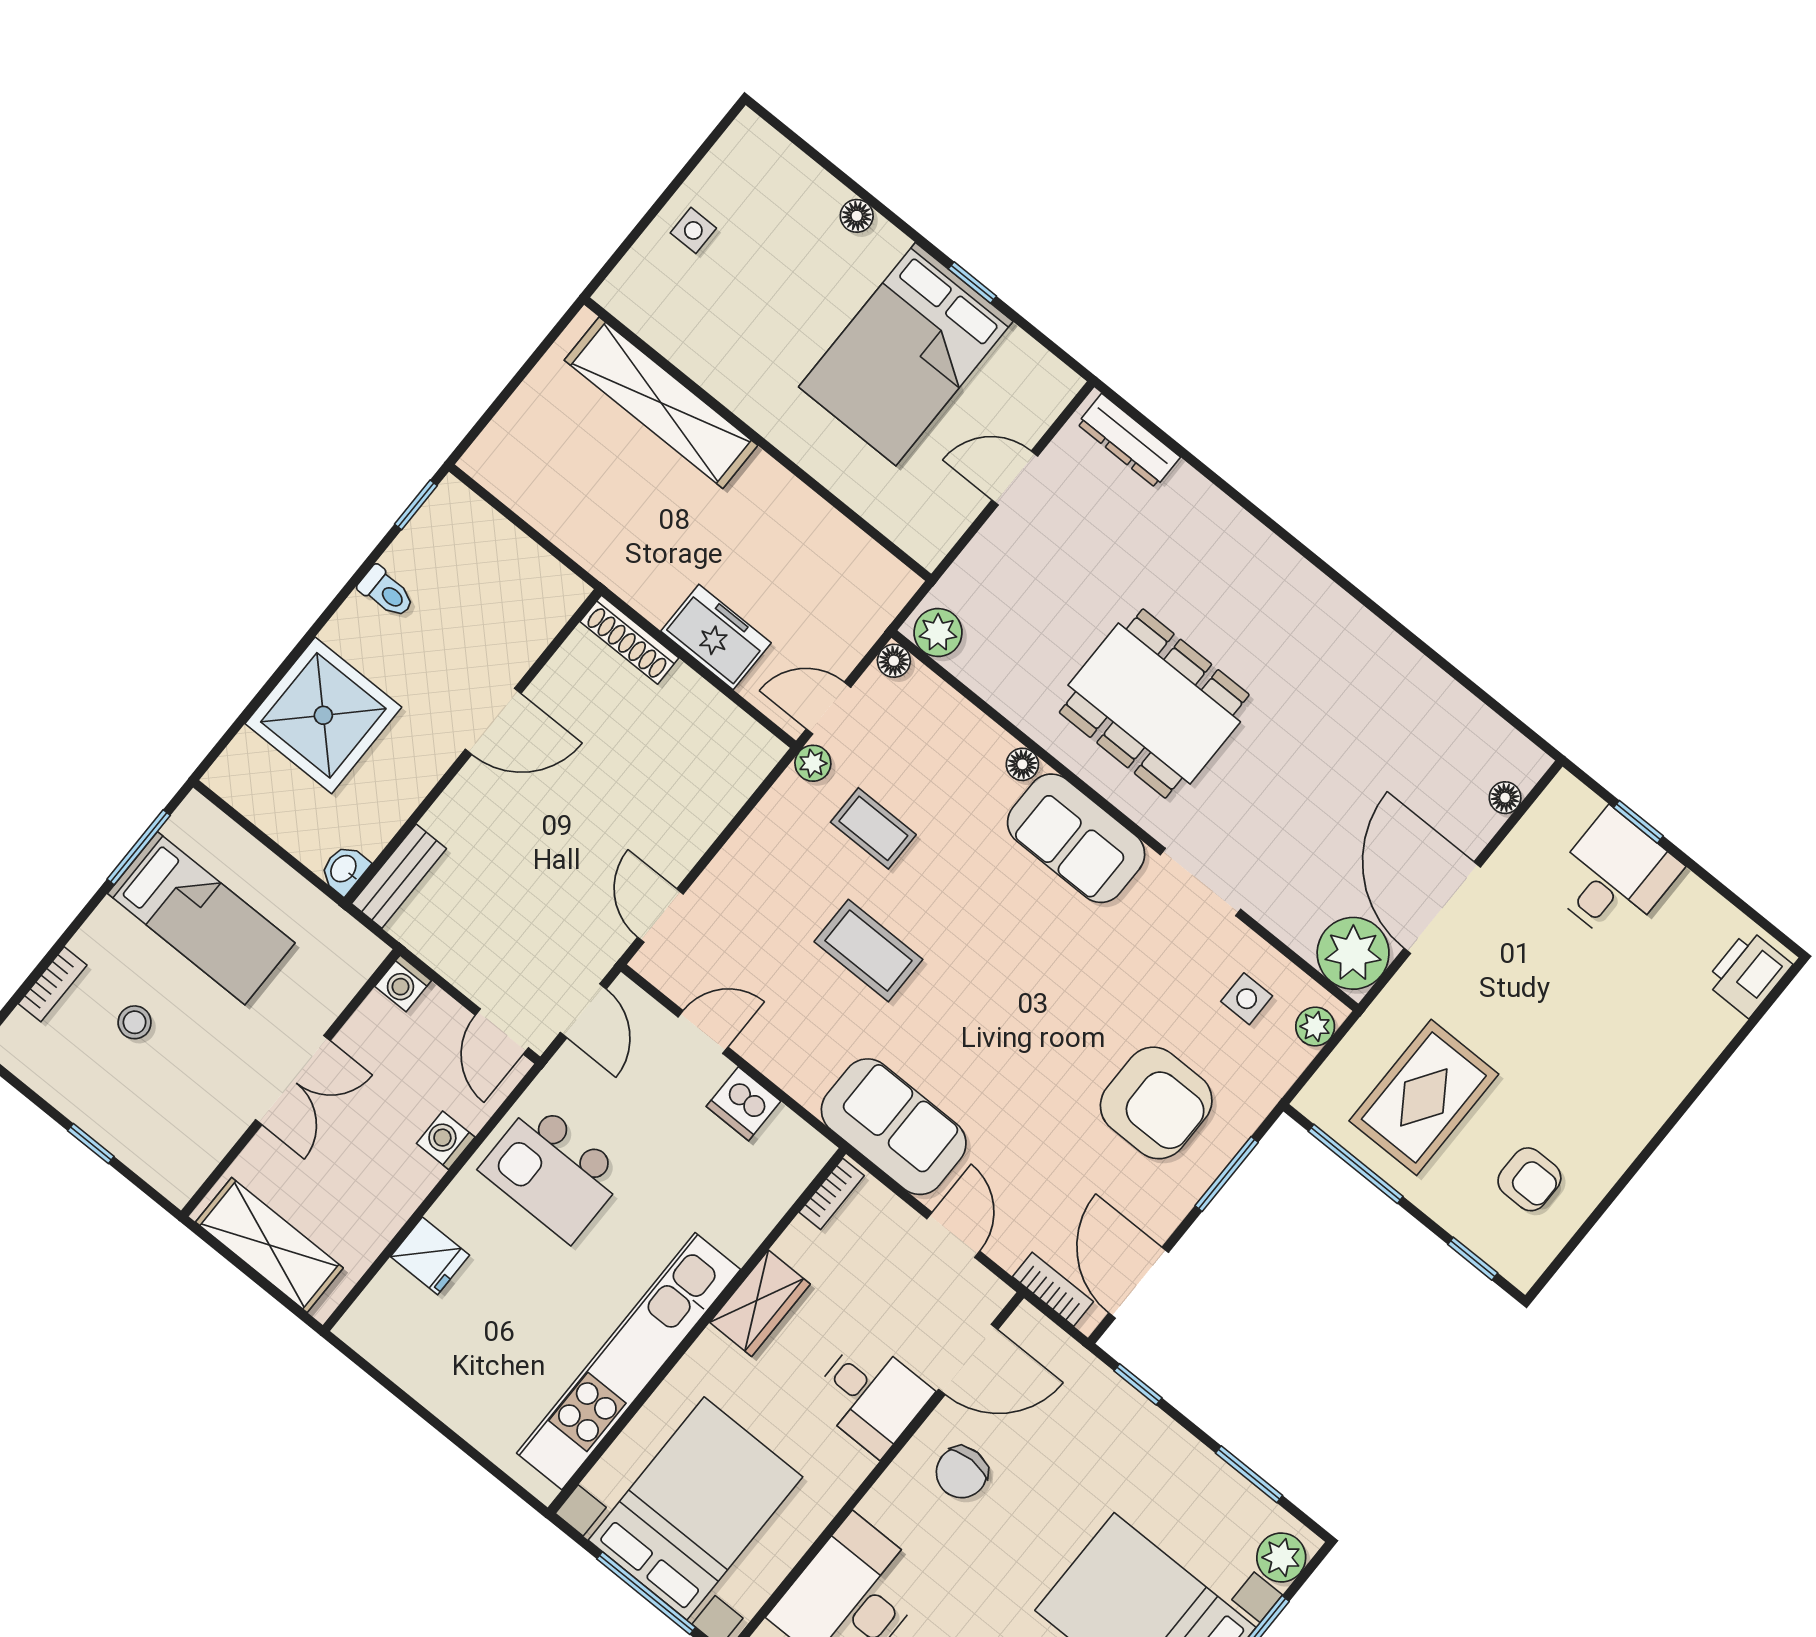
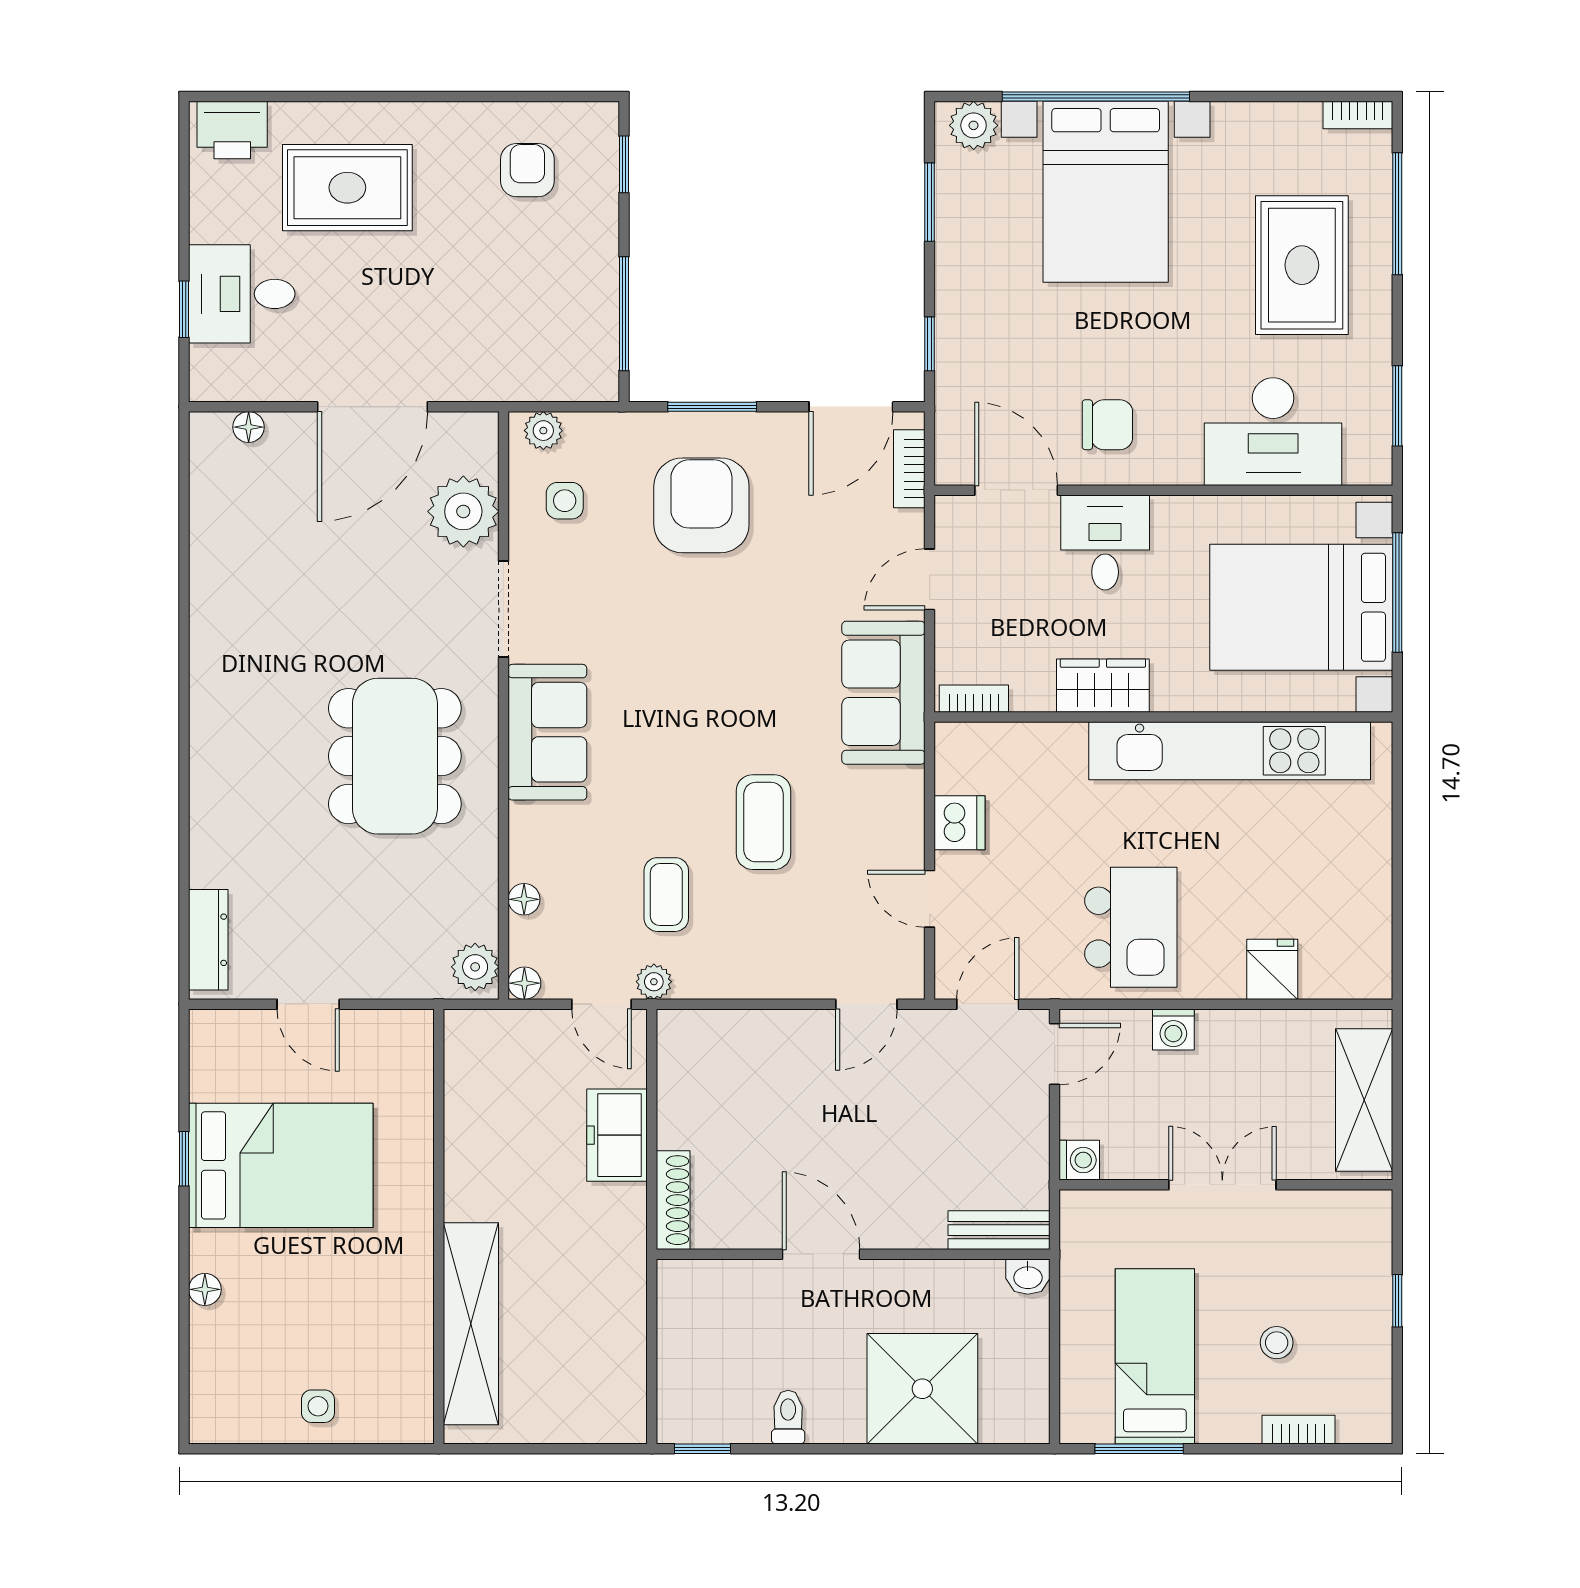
floor lamp: (1022, 764) -> (524, 899), moved
plant: (1353, 953) -> (463, 511), moved
rug: (1424, 1097) -> (347, 188), moved

